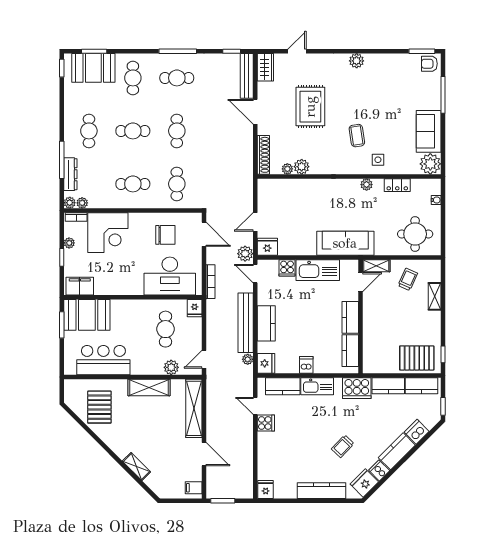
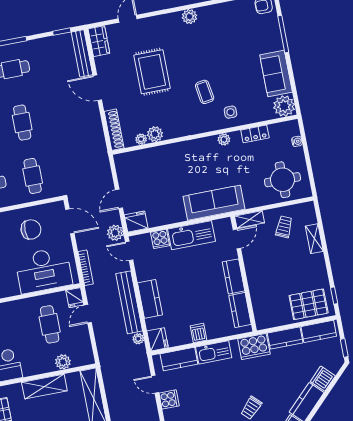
door: (204, 359) -> (88, 314), moved

